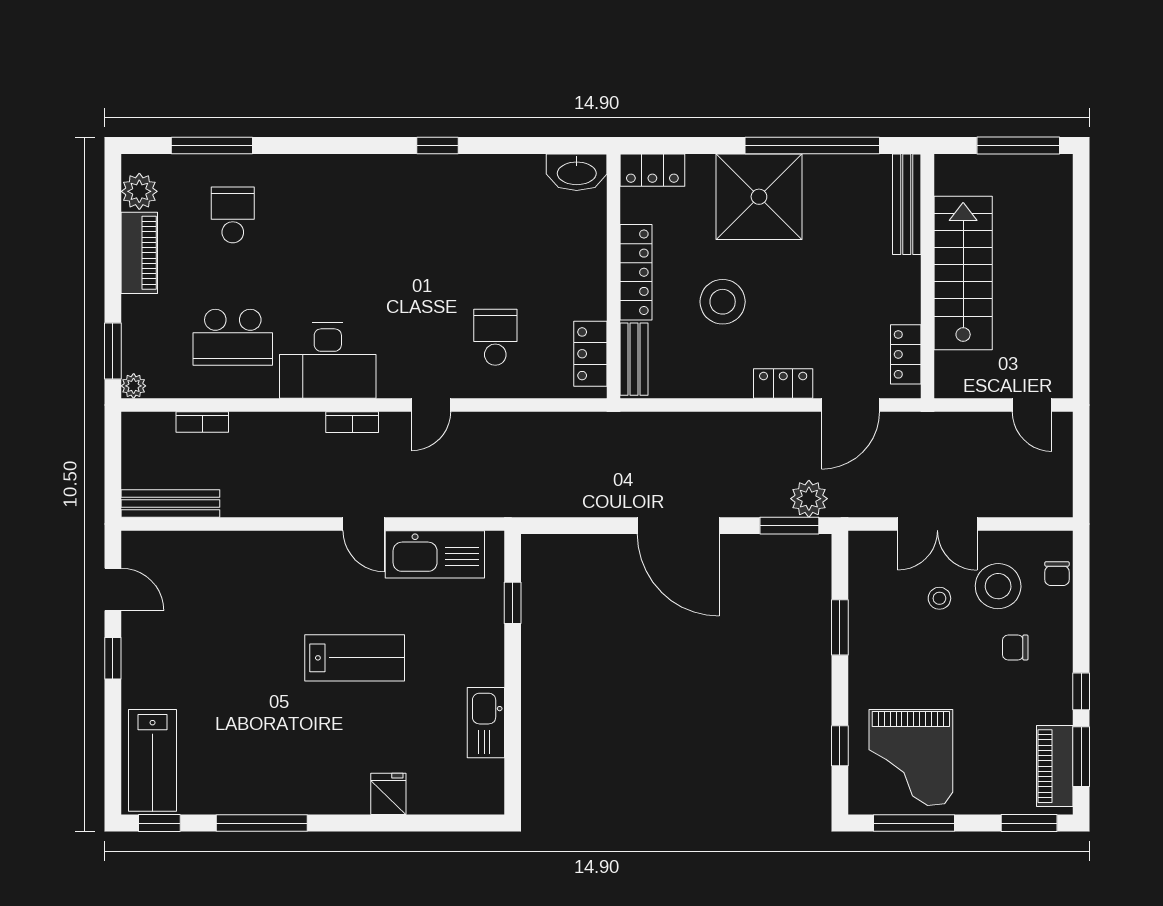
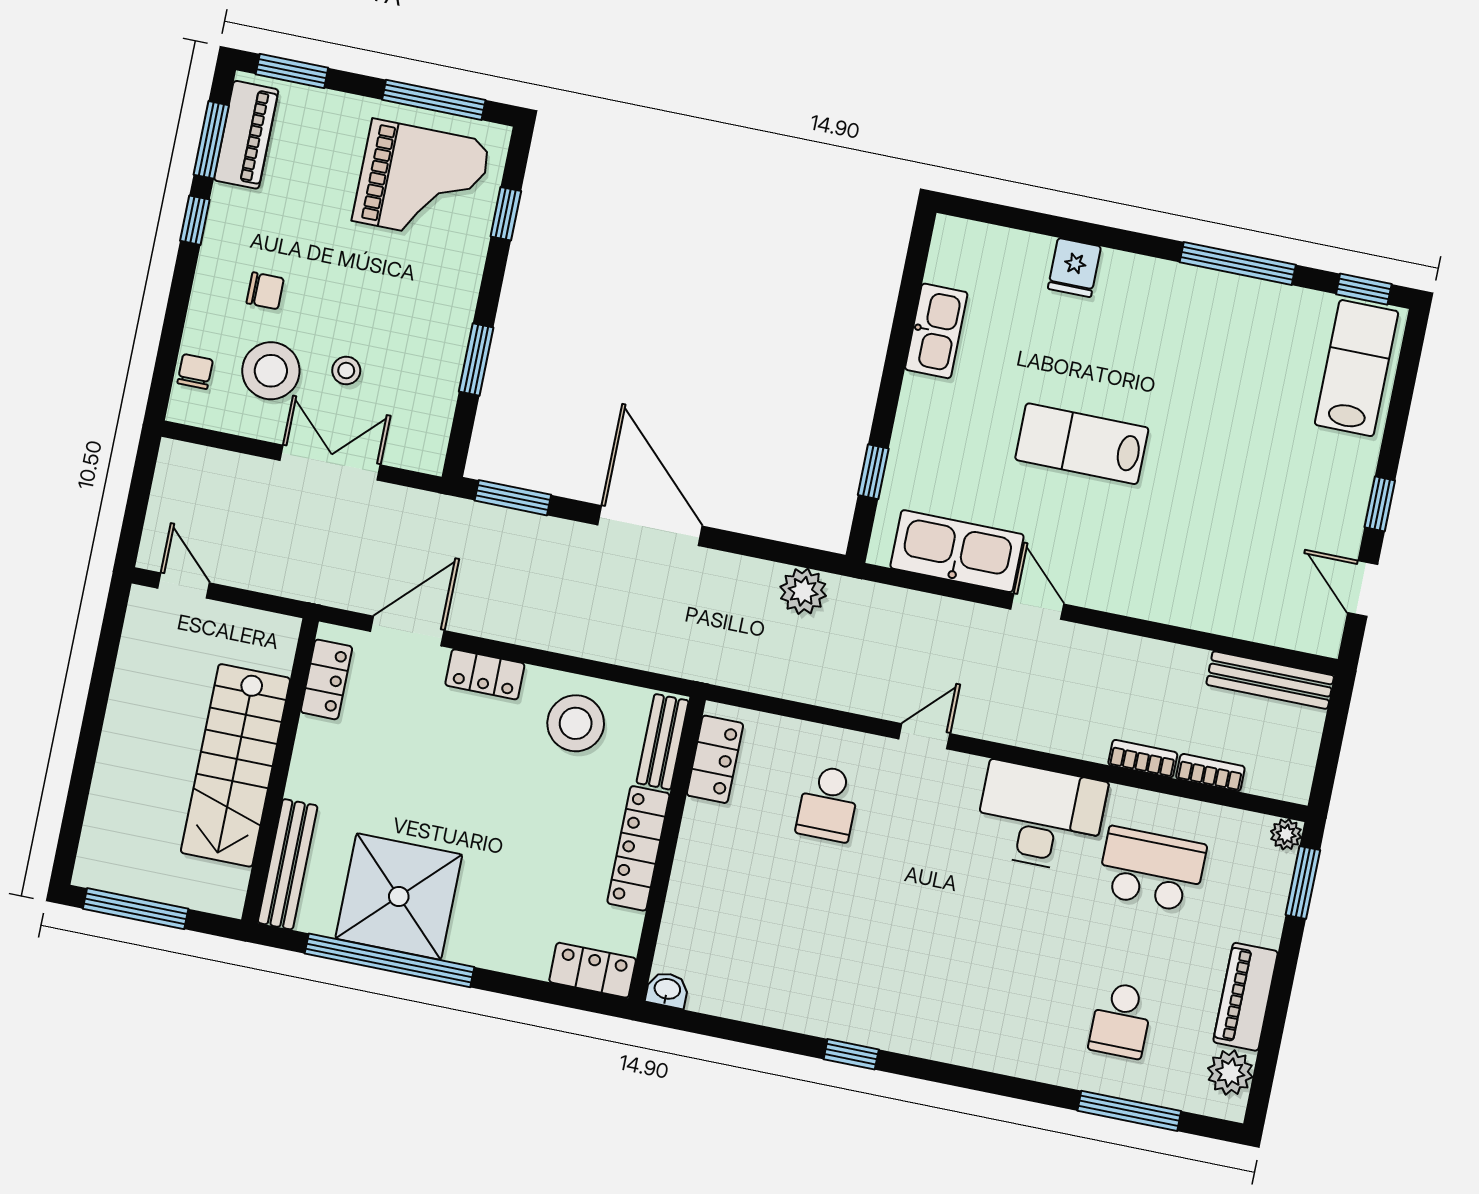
washbasin: (577, 172) -> (667, 990), width x0.52, depth x0.69
shower: (759, 197) -> (399, 897), moved
stool: (723, 302) -> (576, 723), moved
bookcase: (352, 422) -> (1143, 759), moved
plant: (809, 499) -> (803, 591), moved
grand piano: (911, 758) -> (421, 181), turned 90

